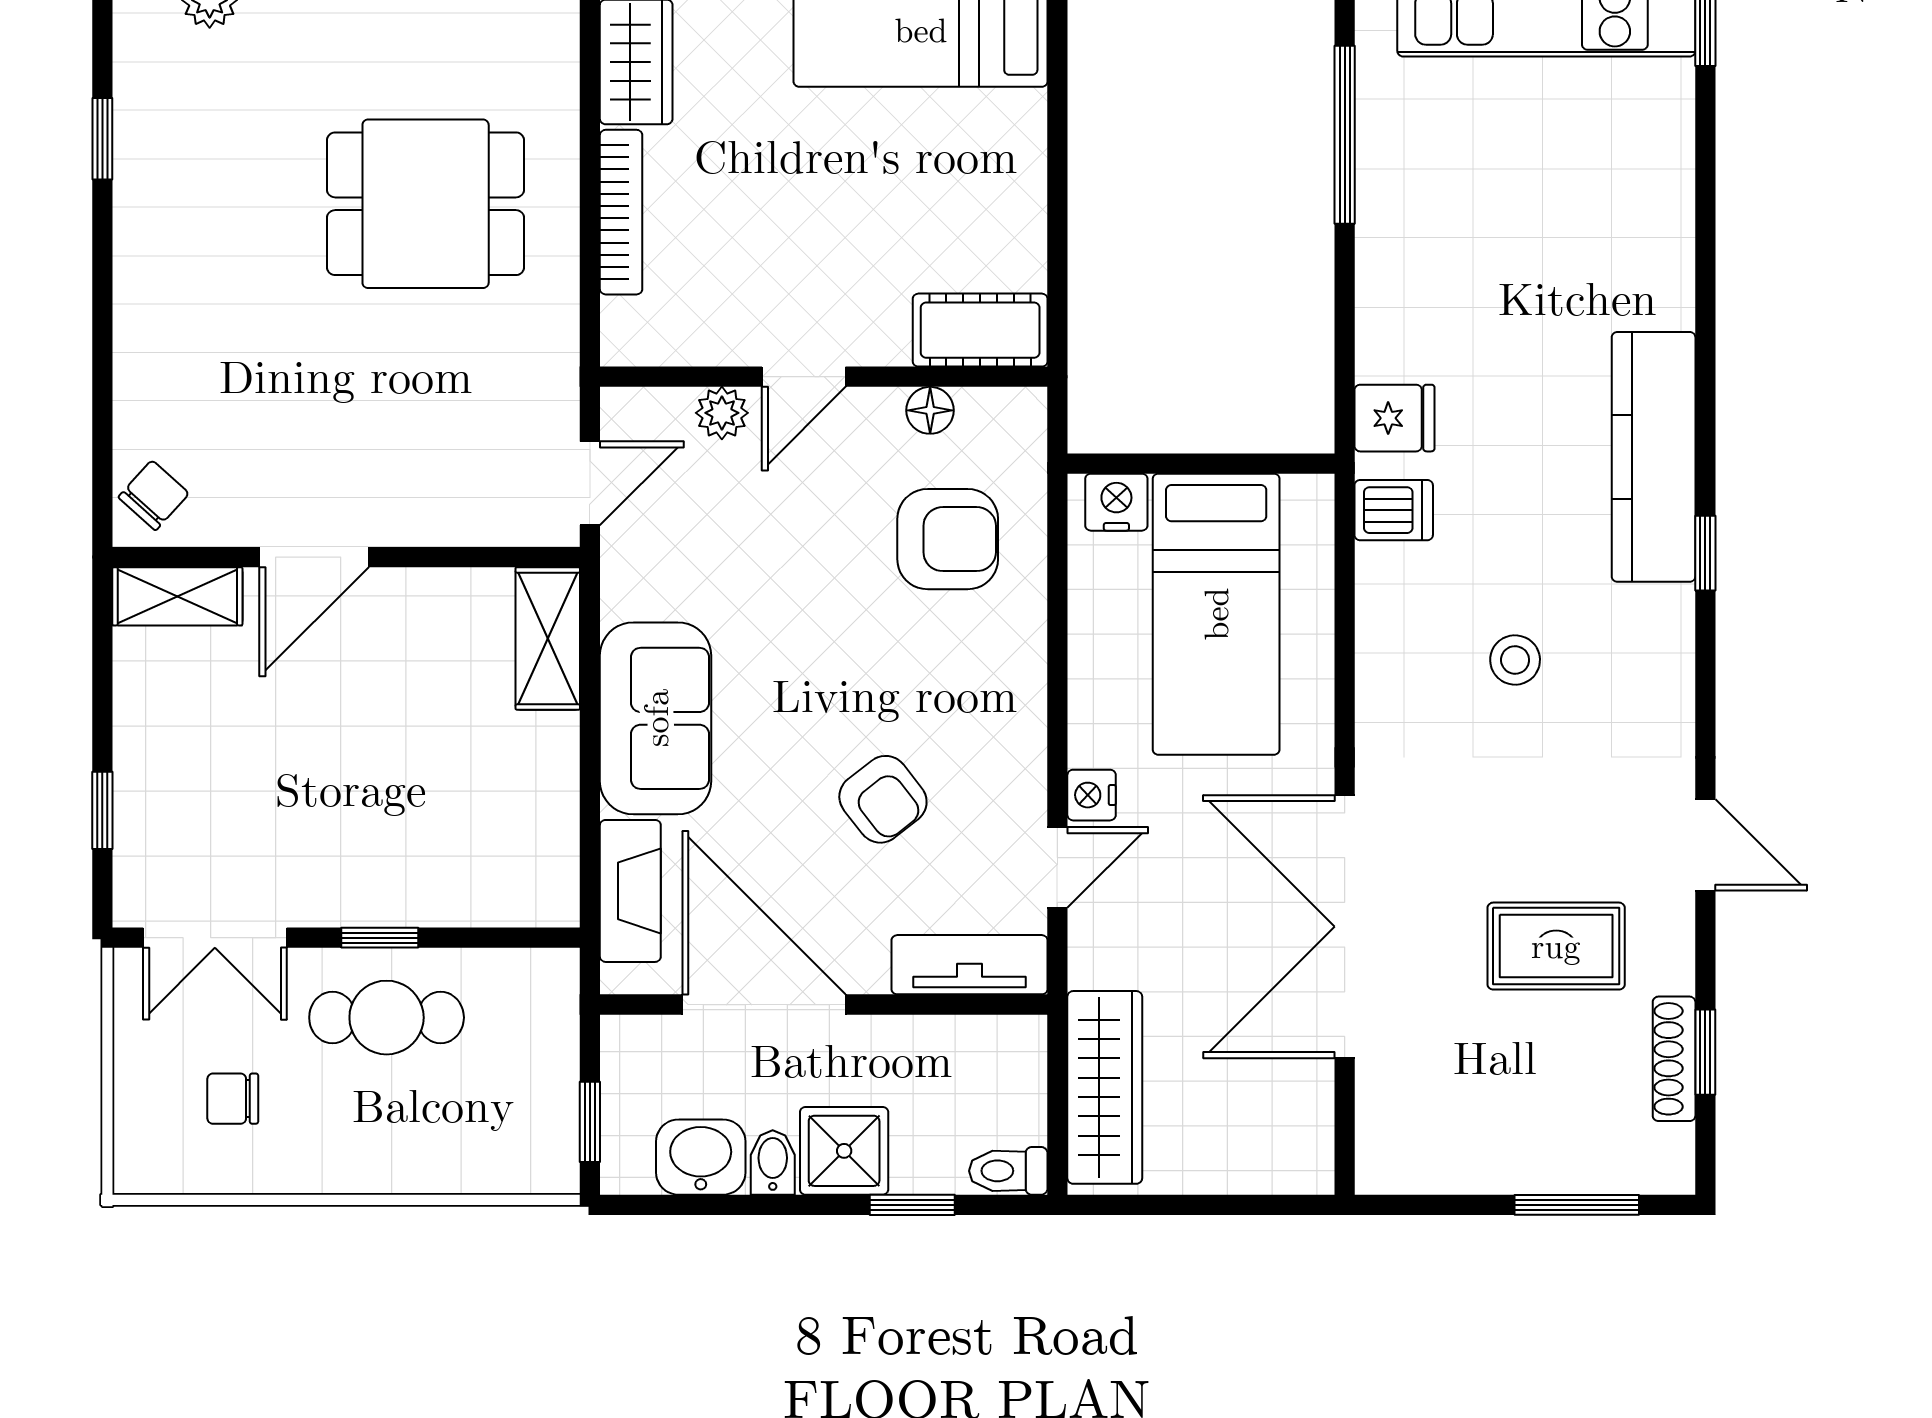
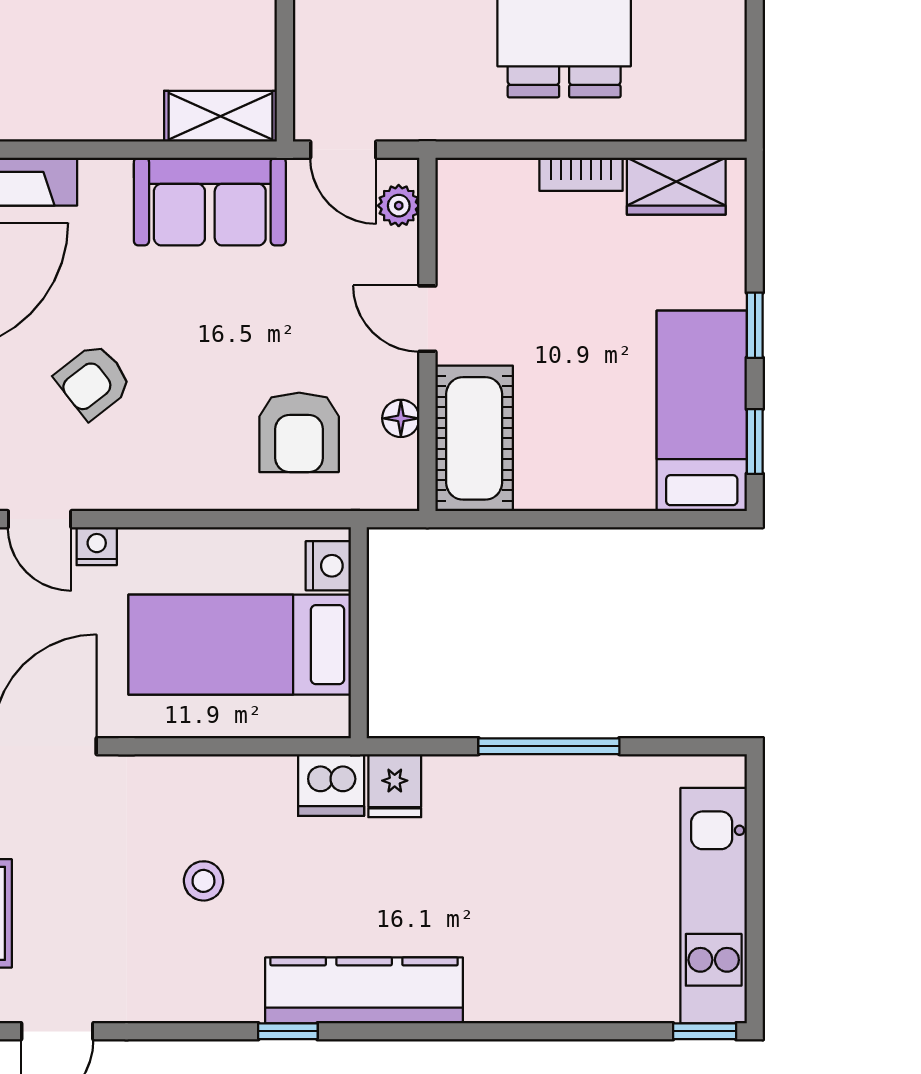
window: (1345, 135) -> (549, 746), moved
bookcase: (621, 212) -> (581, 174), width x0.64
cot: (980, 330) -> (474, 438), width x1.37, depth x1.34
plant: (722, 413) -> (399, 206), moved
dishwasher: (1394, 510) -> (331, 785), width x1.38
sofa: (656, 718) -> (210, 201), moved

